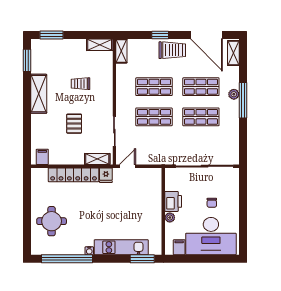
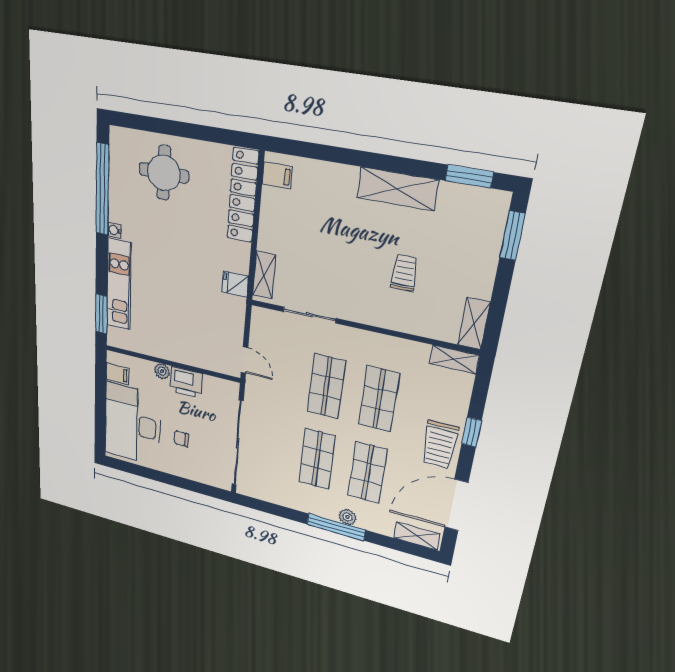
pallet: (74, 124) -> (331, 246), removed
door: (128, 166) -> (244, 360), moved
locker: (74, 175) -> (243, 195), moved

